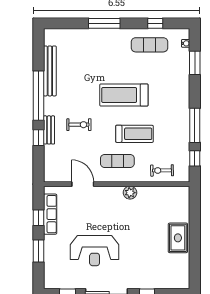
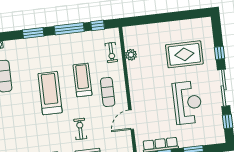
window: (195, 63) -> (33, 33), moved
treadmill: (124, 95) -> (50, 93), turned 180
plant: (130, 193) -> (131, 55), moved
rug: (178, 238) -> (184, 54), moved, width x1.36, depth x1.43

